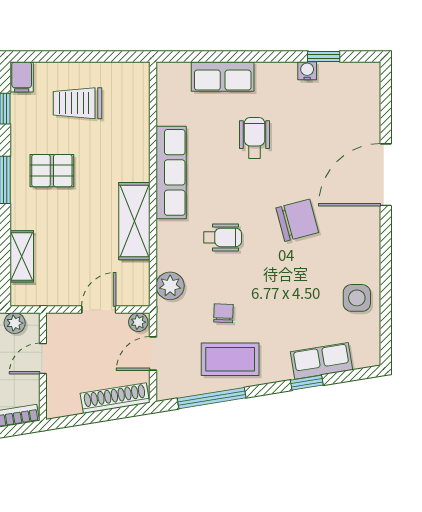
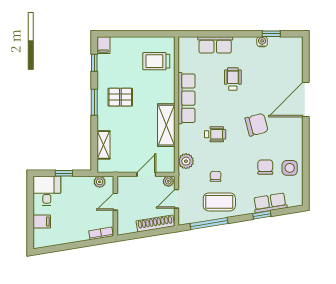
trolley: (78, 103) -> (156, 61), moved
chair: (313, 297) -> (265, 167), added

